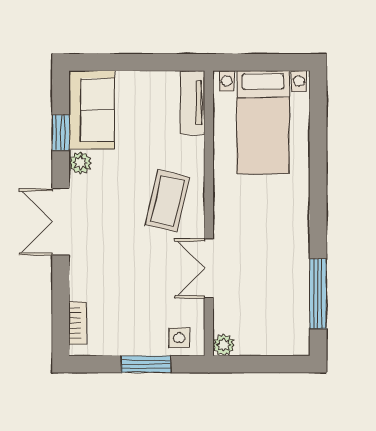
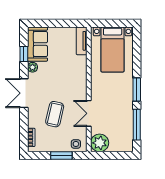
coffee table: (167, 201) -> (55, 114), moved
window: (318, 214) -> (137, 89), added
plant: (224, 345) -> (100, 143), width x1.88, depth x1.88

